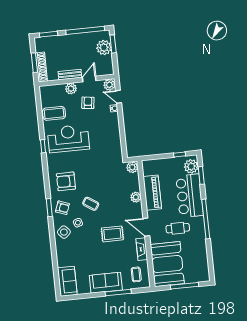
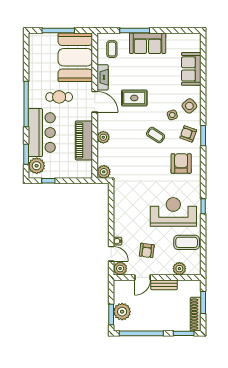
shoe rack: (41, 67) -> (196, 314), moved
plant: (71, 89) -> (179, 269), moved
reception desk: (68, 139) -> (173, 212), turned 180
armchair: (66, 181) -> (181, 163), turned -90
sofa: (67, 281) -> (191, 69), moved

